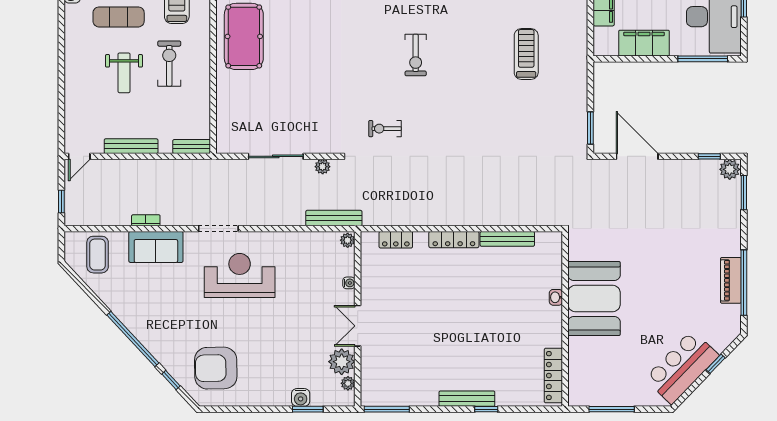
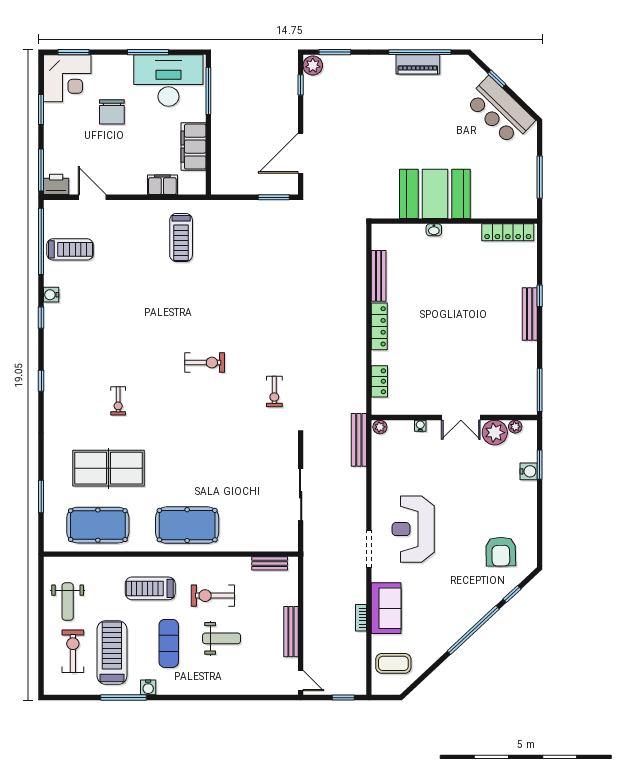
treadmill: (526, 54) -> (181, 238), moved, turned -90
bench: (192, 147) -> (270, 563), moved, turned 90
plant: (323, 167) -> (310, 451), removed
armchair: (216, 368) -> (501, 552), width x0.73, depth x0.73

